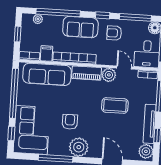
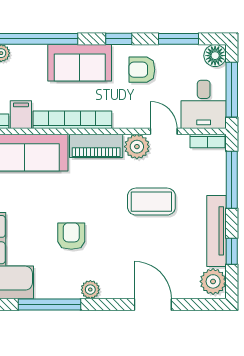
window: (135, 17) -> (178, 39), width x0.69
plant: (79, 147) -> (90, 290), width x0.53, depth x0.53

